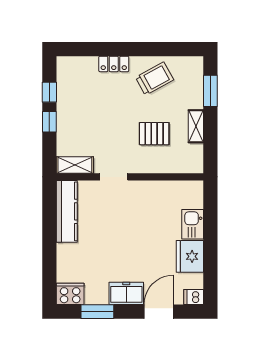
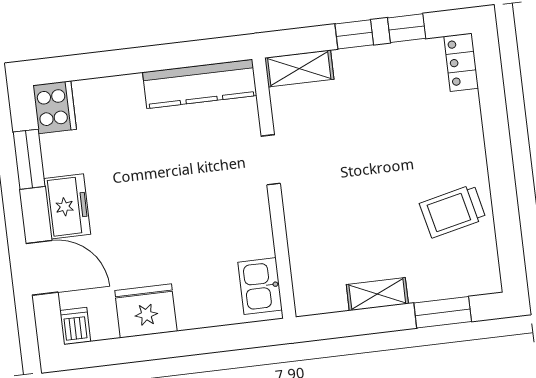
locker: (114, 64) -> (461, 62), moved
trolley: (155, 79) -> (453, 211), turned 106
pallet: (154, 134) -> (355, 222), removed
shelving: (75, 165) -> (299, 68), moved, turned 90
kitchen sink: (193, 224) -> (260, 286), moved, turned -90

